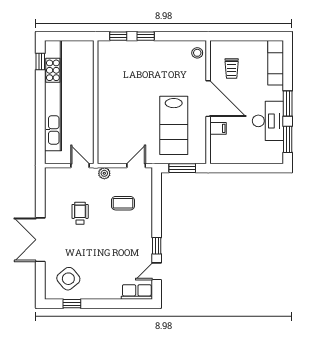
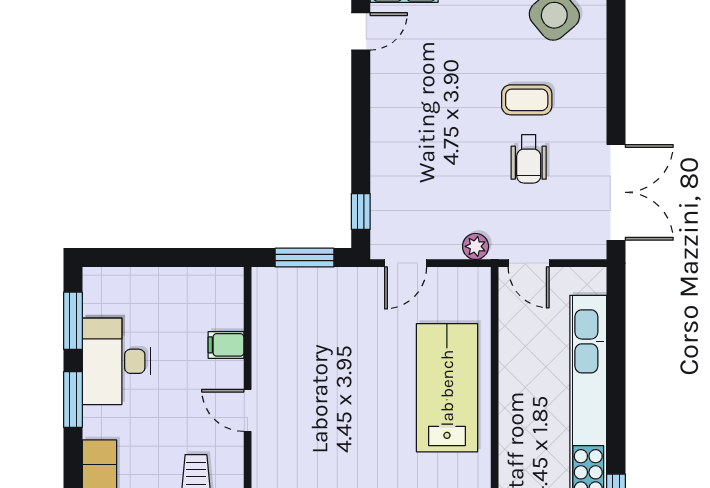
door: (208, 99) -> (248, 410), width x0.53
lab bench: (174, 125) -> (447, 388), moved
coffee table: (123, 203) -> (527, 100), moved
double door: (40, 240) -> (616, 192), moved
window: (157, 246) -> (361, 211), moved

